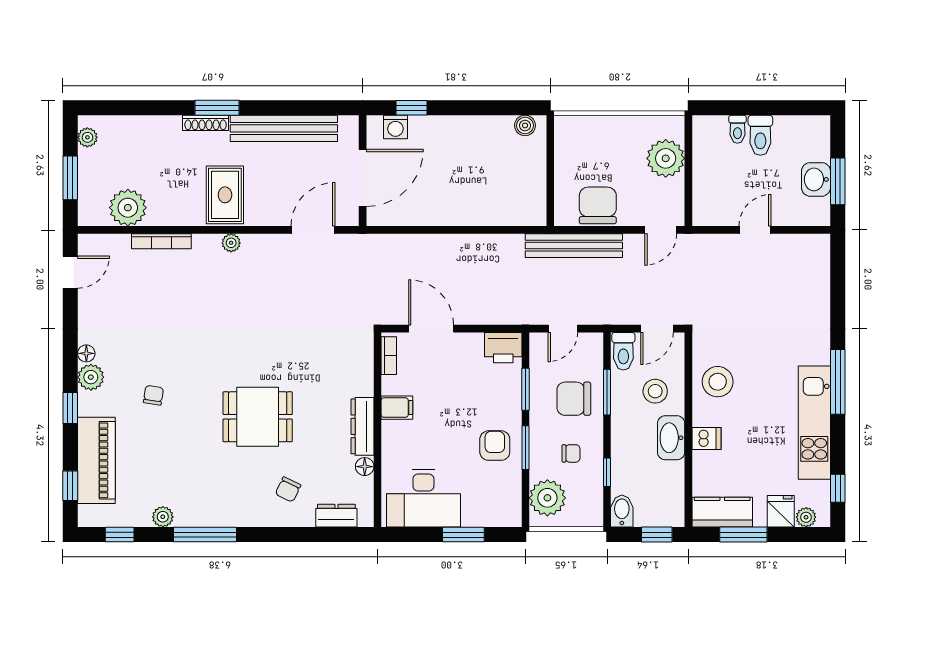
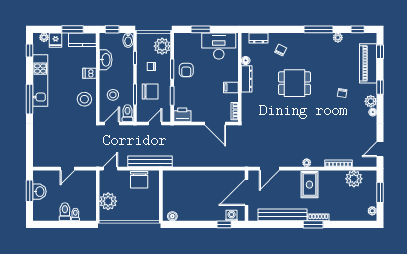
washbasin: (671, 438) -> (106, 60), moved

